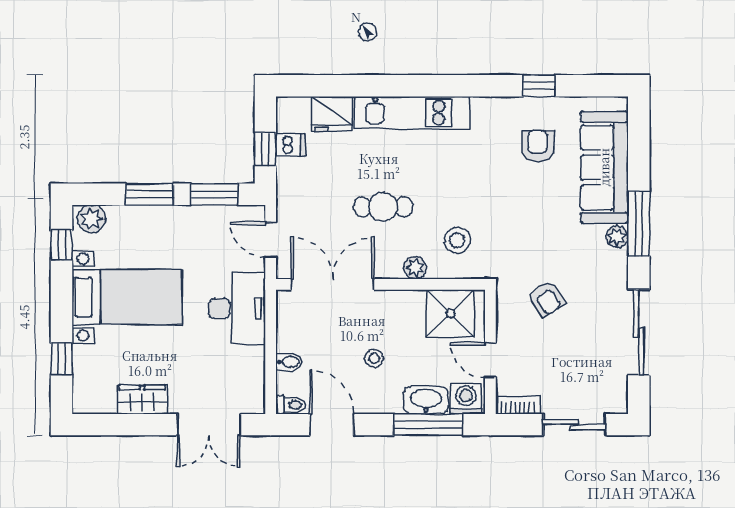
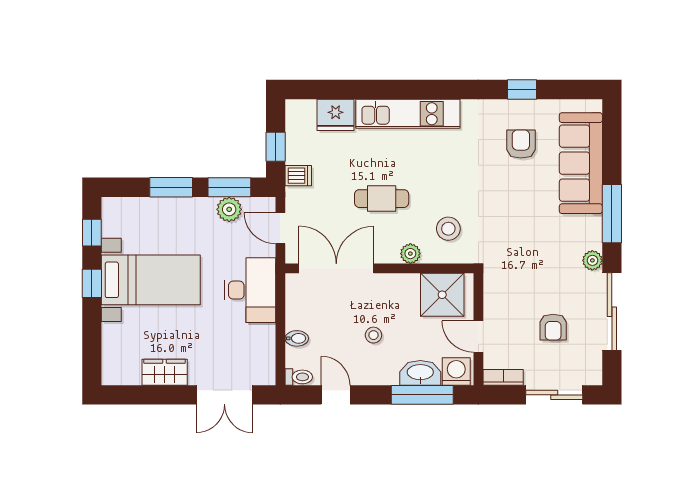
dishwasher: (291, 145) -> (298, 176), moved
plant: (92, 219) -> (229, 209), moved
plant: (617, 237) -> (592, 260), moved
armchair: (546, 299) -> (553, 327), moved, turned 34
window: (61, 359) -> (92, 283), moved
door: (332, 425) -> (336, 395), width x0.73

